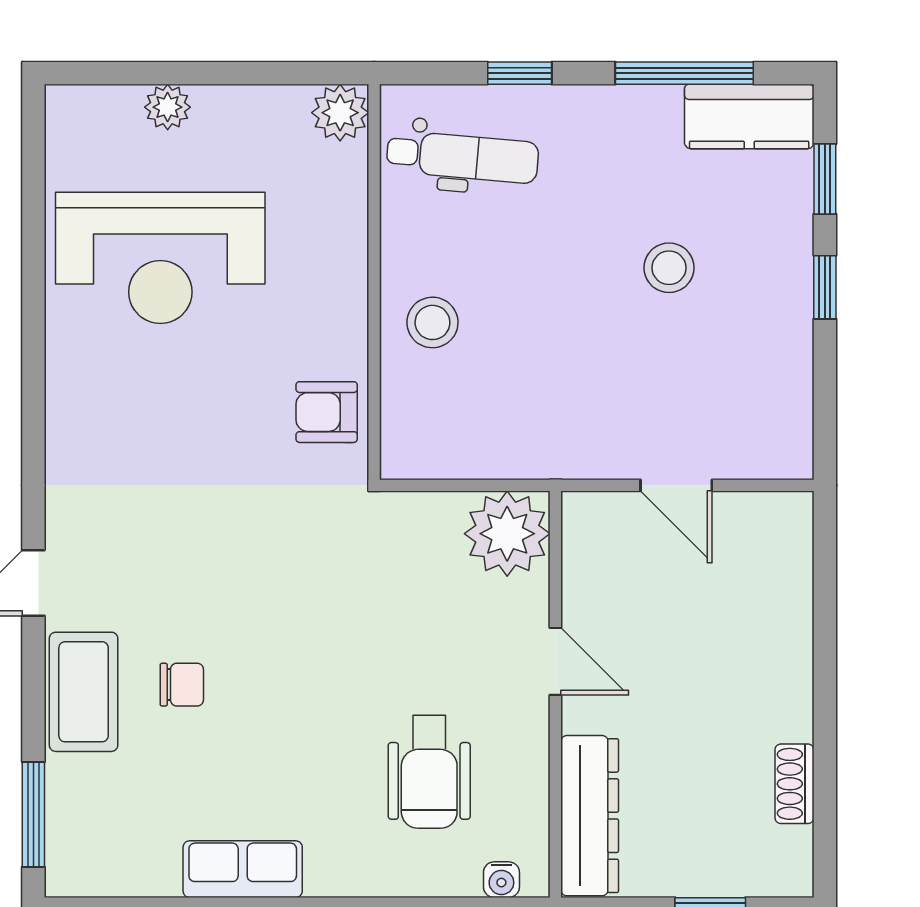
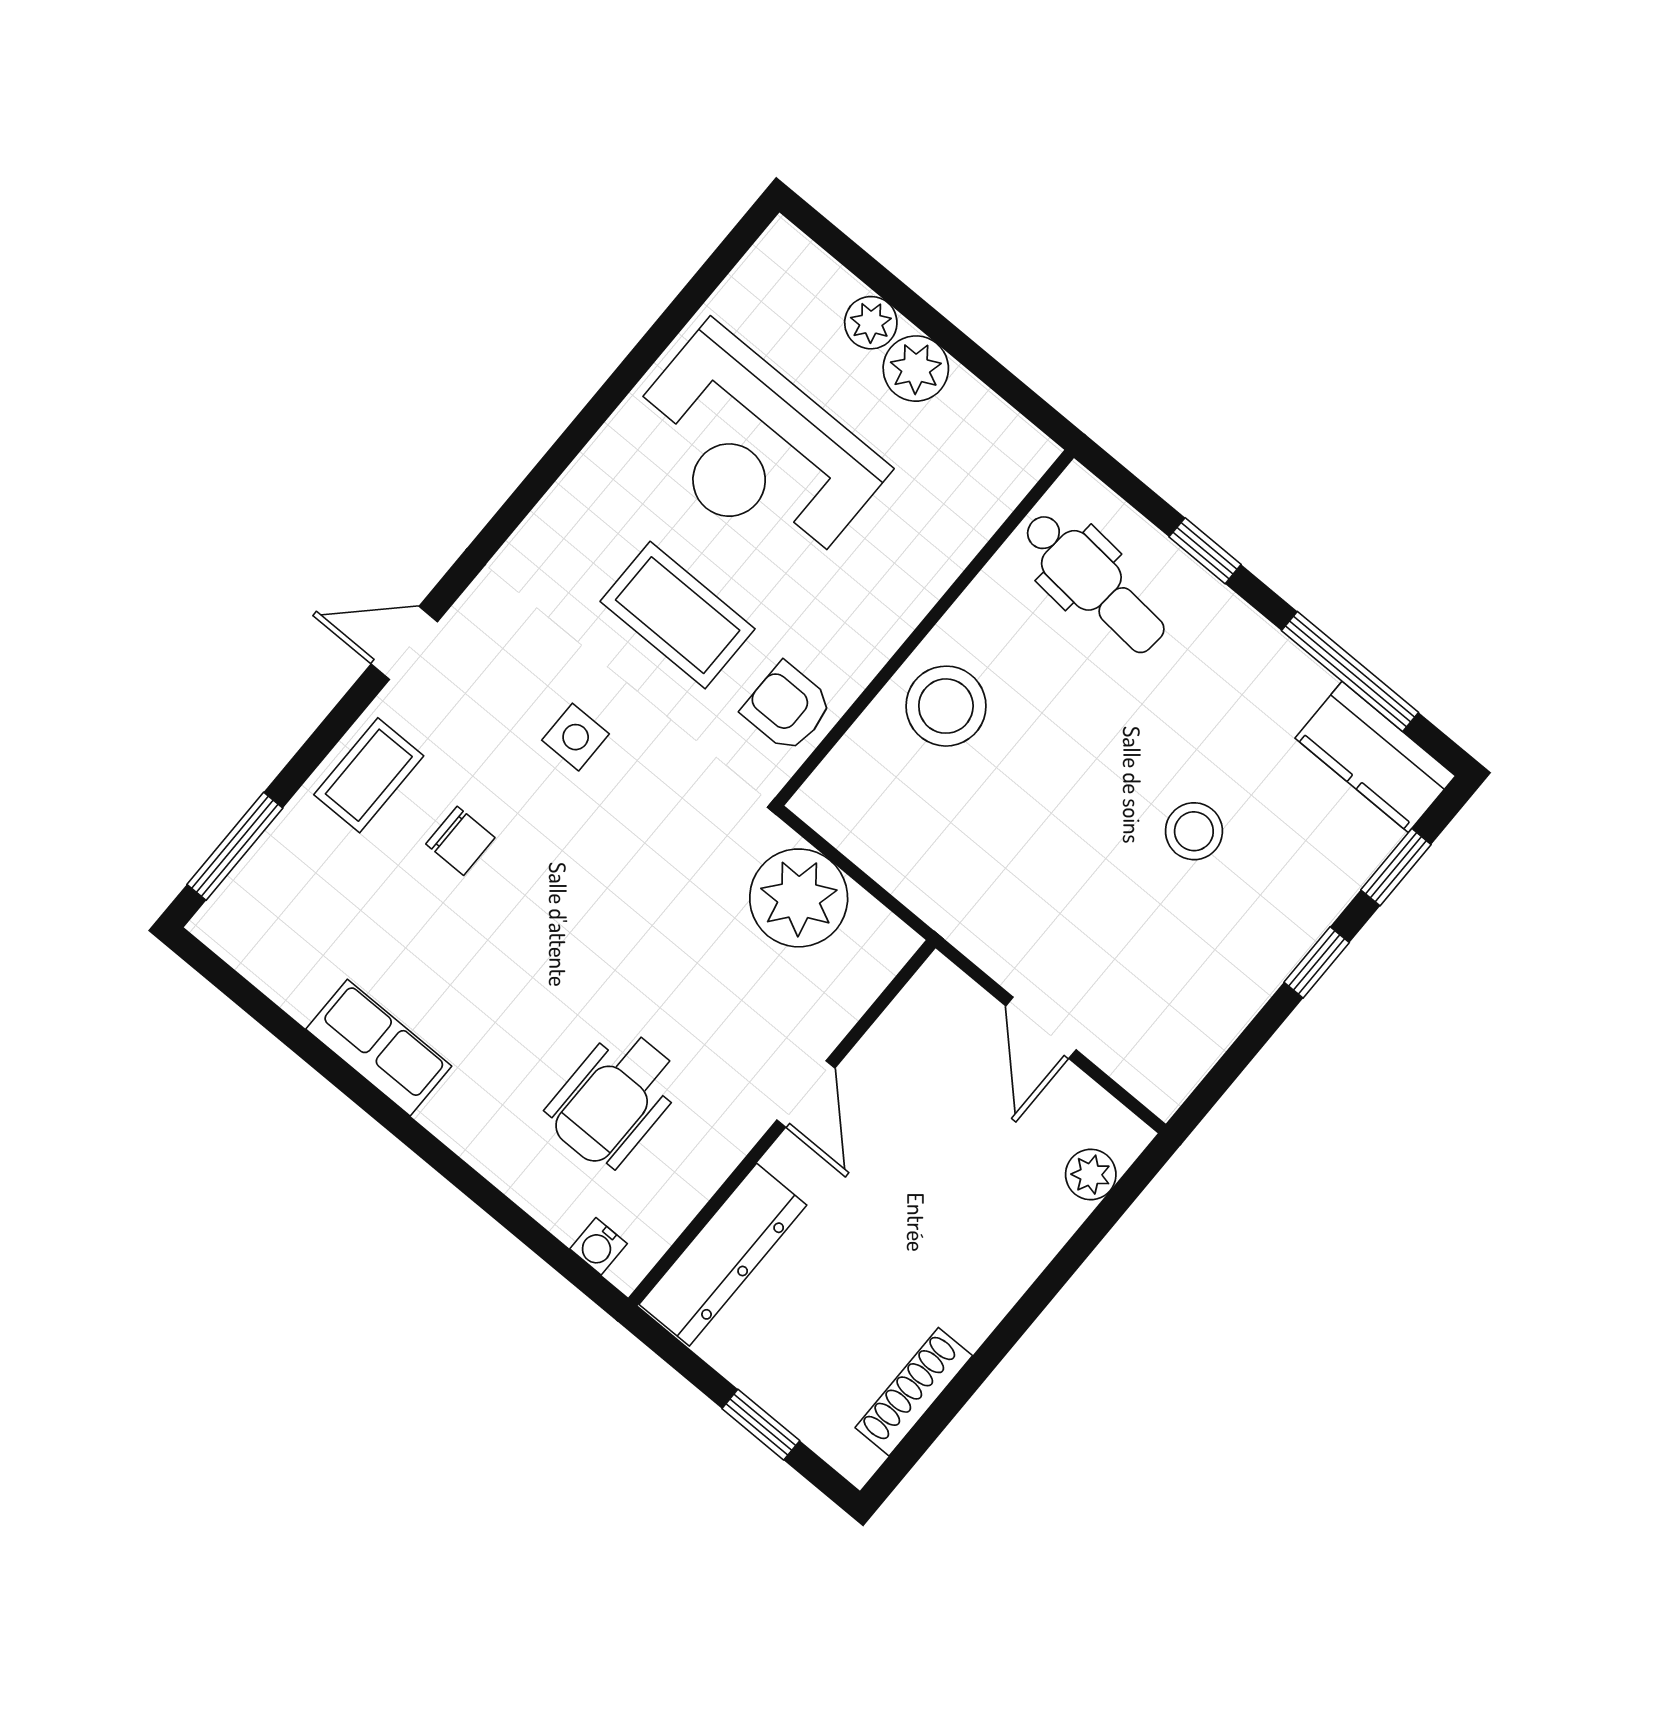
plant: (340, 113) -> (916, 369), moved
stool: (432, 322) -> (946, 706), width x1.38, depth x1.38
coffee table: (201, 412) -> (678, 615), added
plant: (507, 534) -> (799, 898), moved
side table: (201, 551) -> (576, 737), added
plant: (792, 556) -> (1091, 1175), added
coffee table: (84, 692) -> (369, 775), width x0.73, depth x0.77
shoe rack: (794, 784) -> (914, 1392), width x1.43

